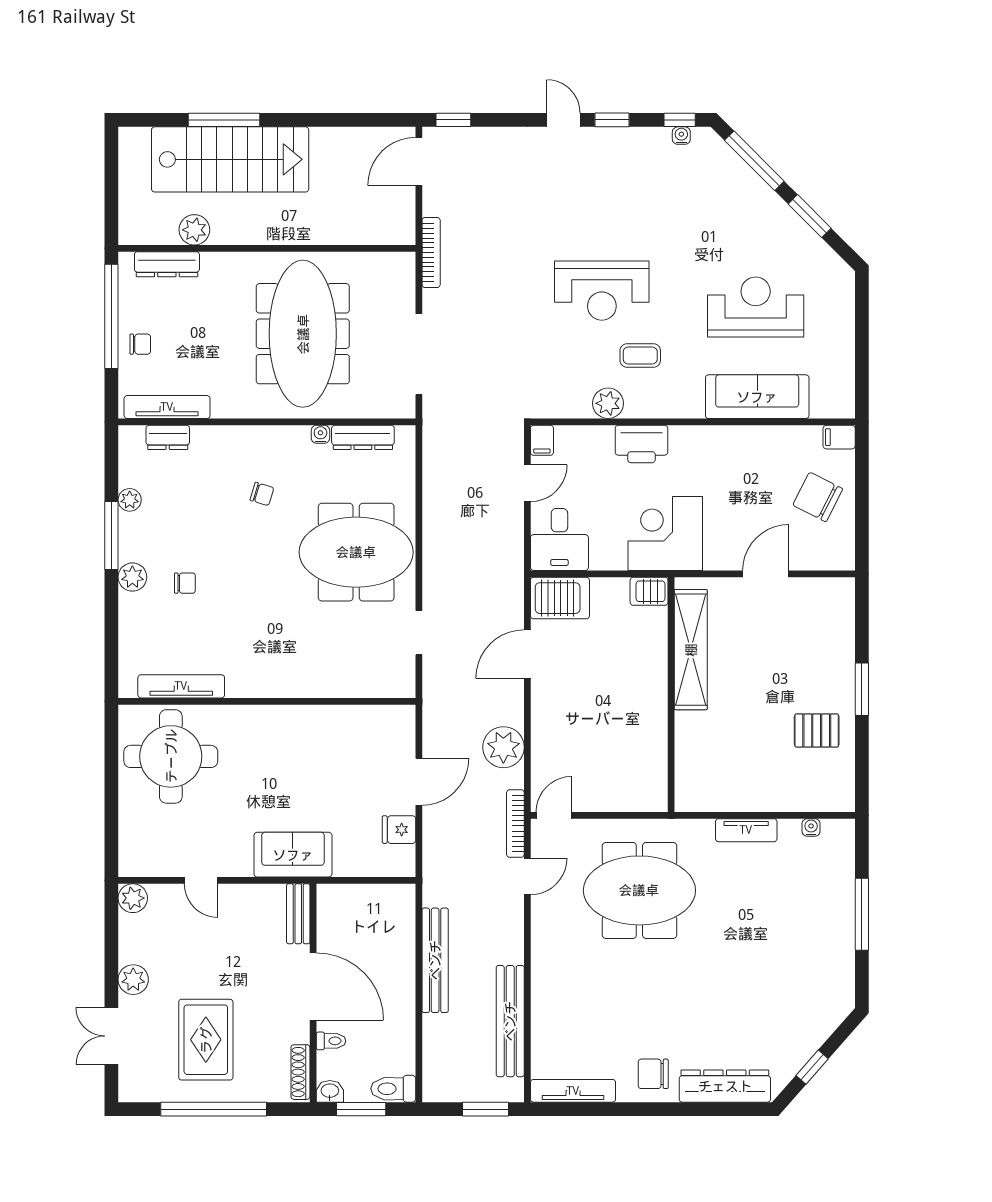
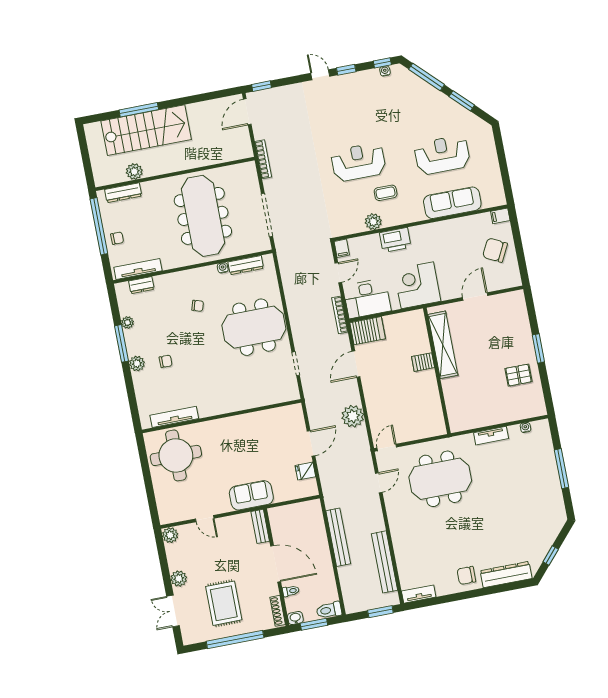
reception desk: (602, 291) -> (358, 162), turned 180
desk: (559, 539) -> (367, 298), width x1.37
server rack: (649, 591) -> (423, 362), moved
bookcase: (515, 823) -> (340, 315), moved
tv unit: (573, 1091) -> (419, 594), width x0.71

